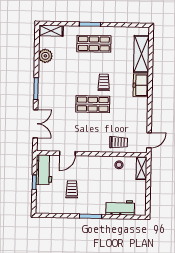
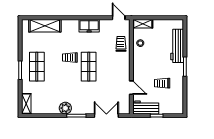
plant: (45, 56) -> (65, 108), moved
freezer: (141, 85) -> (89, 26), moved
workbench: (120, 208) -> (177, 46), width x1.38

